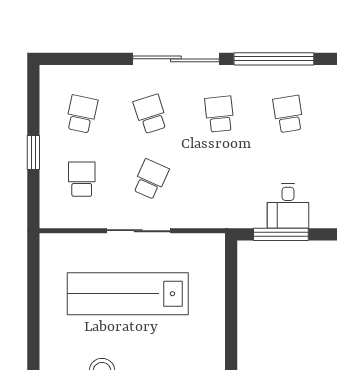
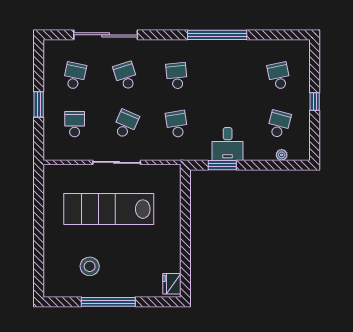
sliding door: (176, 59) -> (106, 35), moved
school desk: (288, 114) -> (177, 124), moved
window: (281, 234) -> (222, 165), width x0.69

